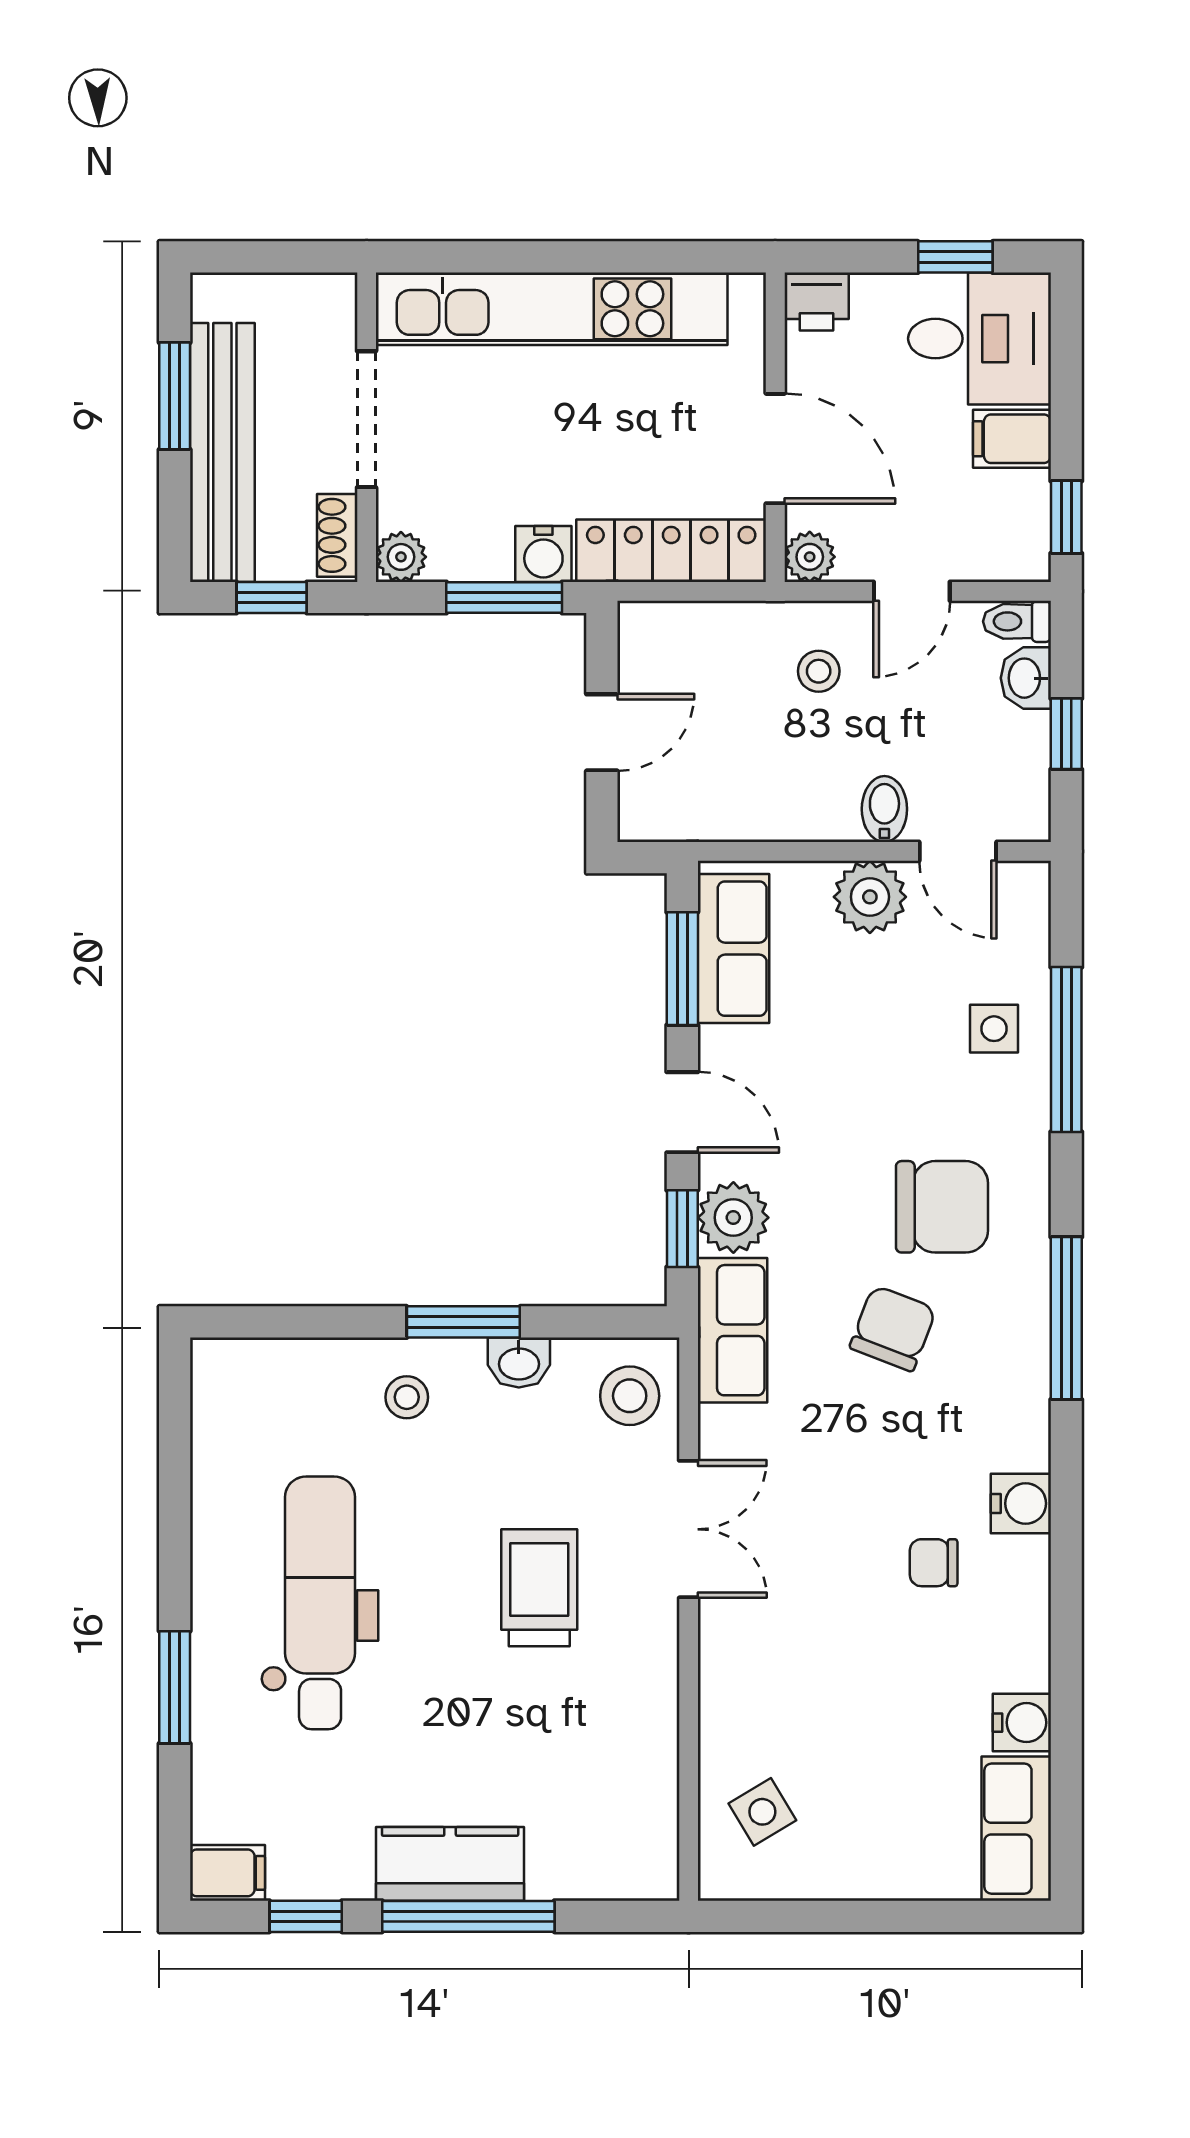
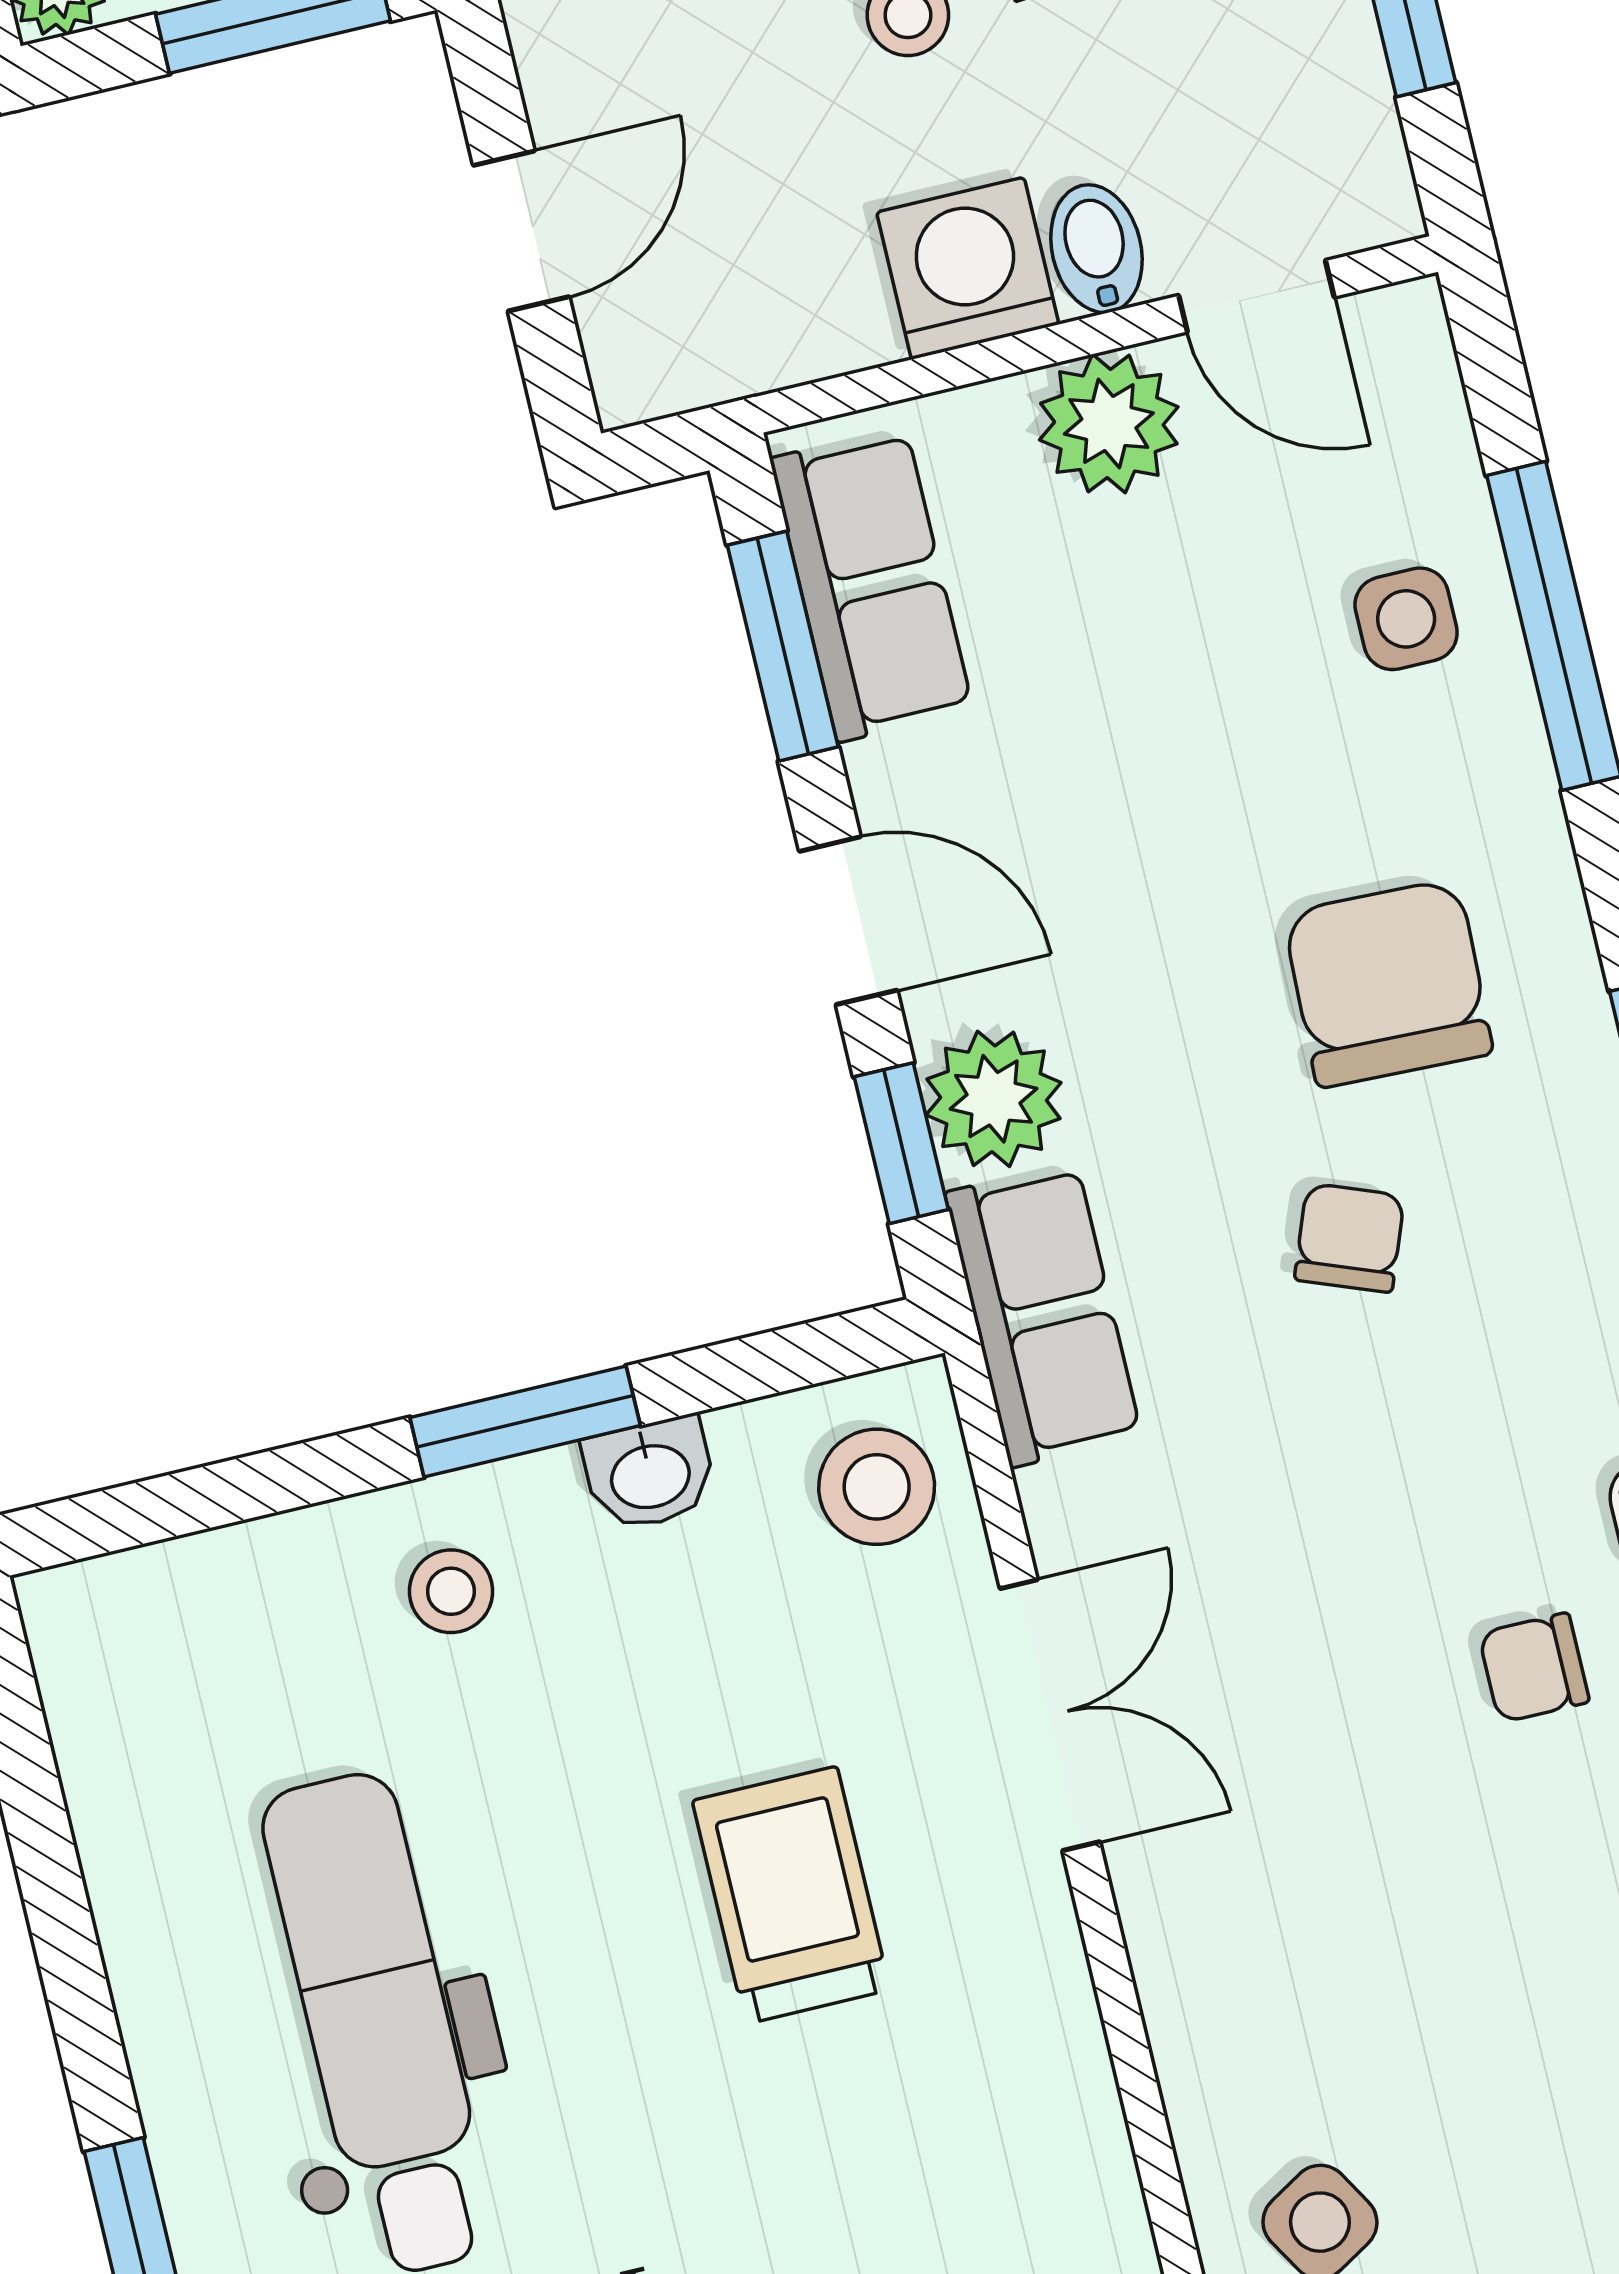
washing machine: (818, 804) -> (968, 268), added
chair: (942, 1207) -> (1388, 983), turned -88
chair: (893, 1328) -> (1349, 1238), width x0.73, depth x0.73

